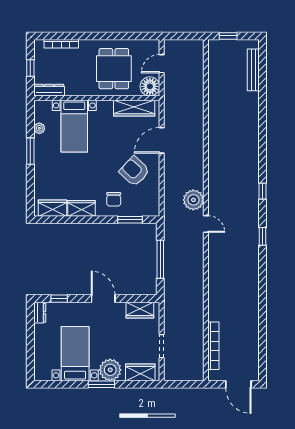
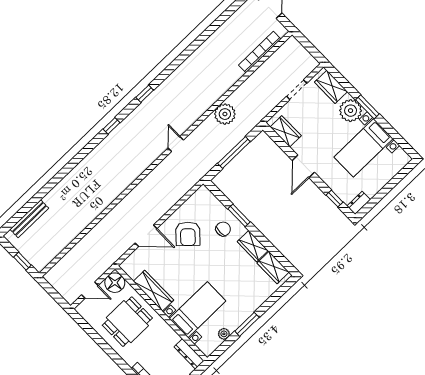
wardrobe: (134, 108) -> (153, 291), moved
plant: (193, 200) -> (225, 114), moved
window: (130, 220) -> (239, 215), moved

